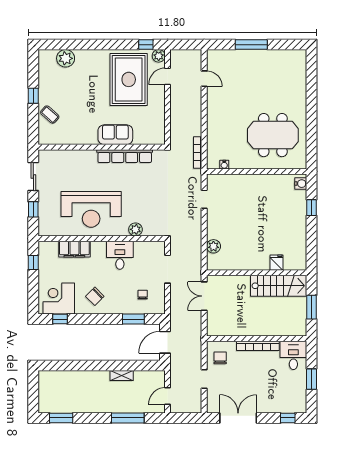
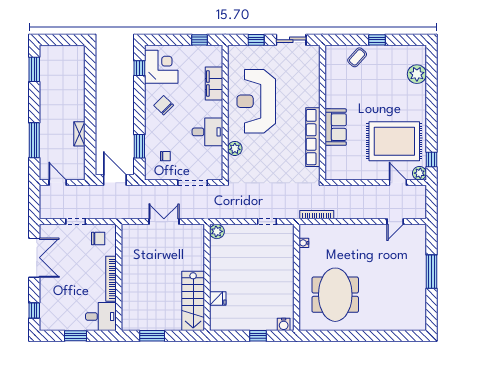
fridge: (277, 263) -> (218, 299), moved
wall: (257, 273) -> (207, 277), moved
stairs: (279, 286) -> (193, 301), moved

